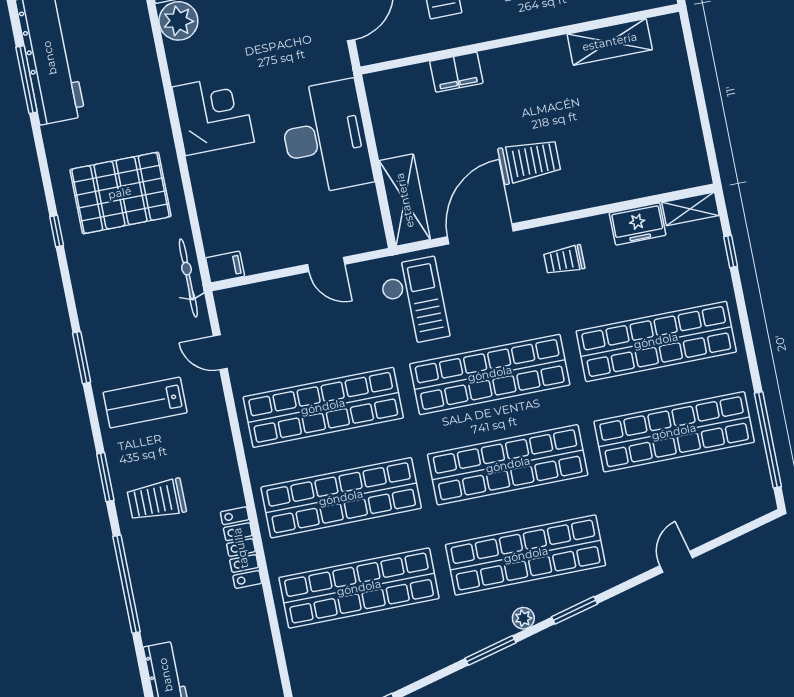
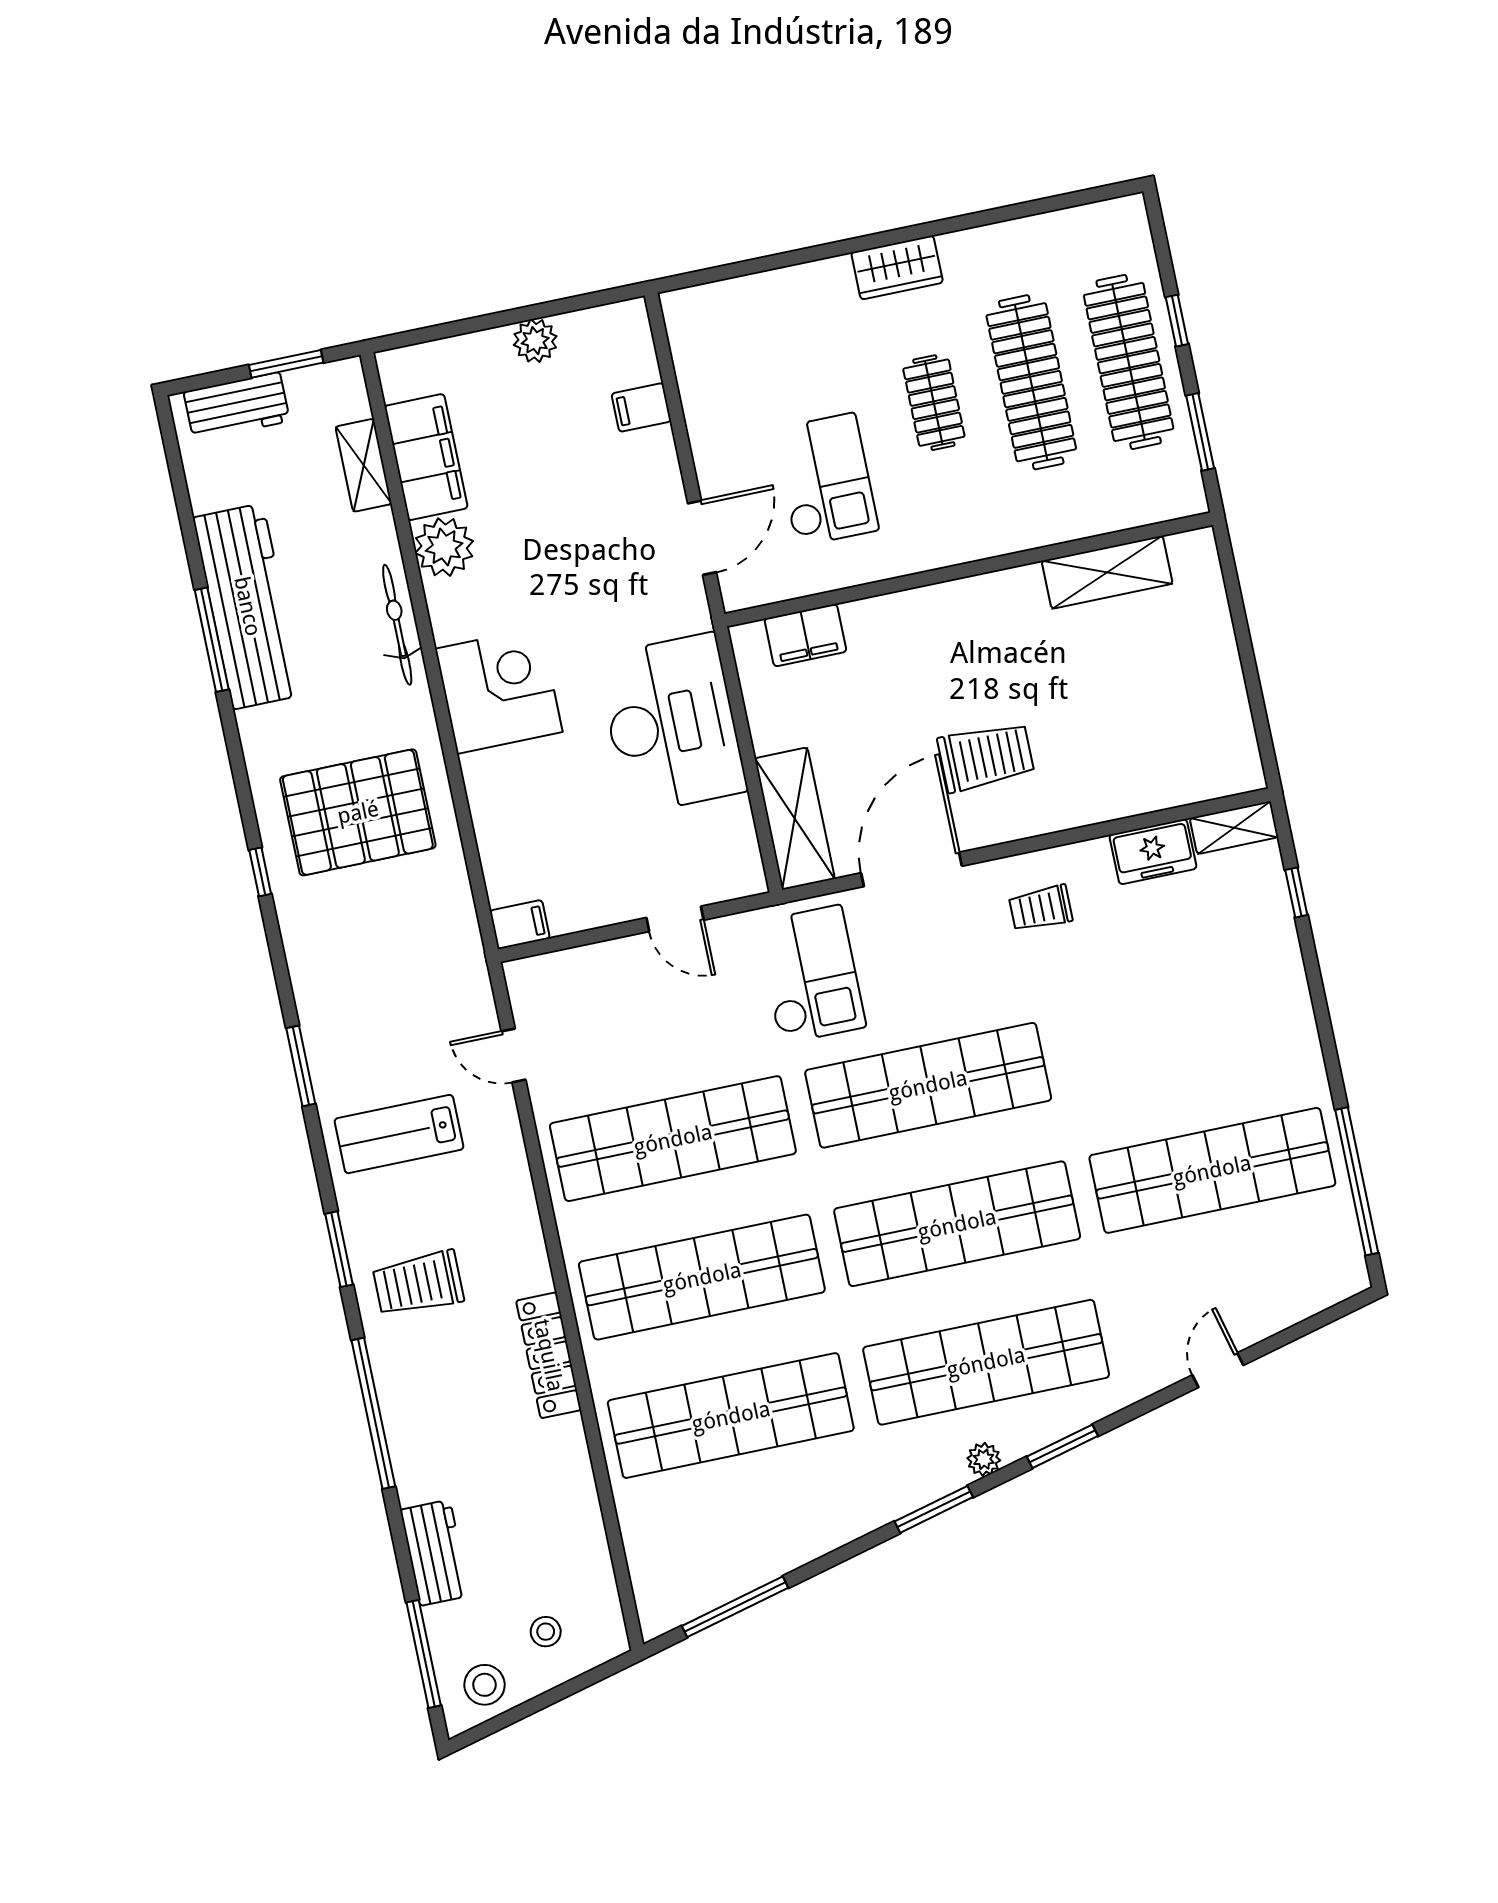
filing cabinet: (456, 72) -> (805, 635), moved
bicycle: (188, 278) -> (397, 625), moved
shop shelf: (656, 341) -> (1183, 1032), removed

